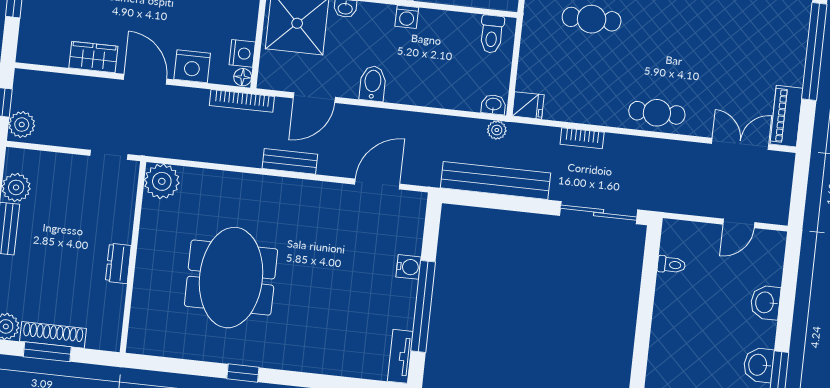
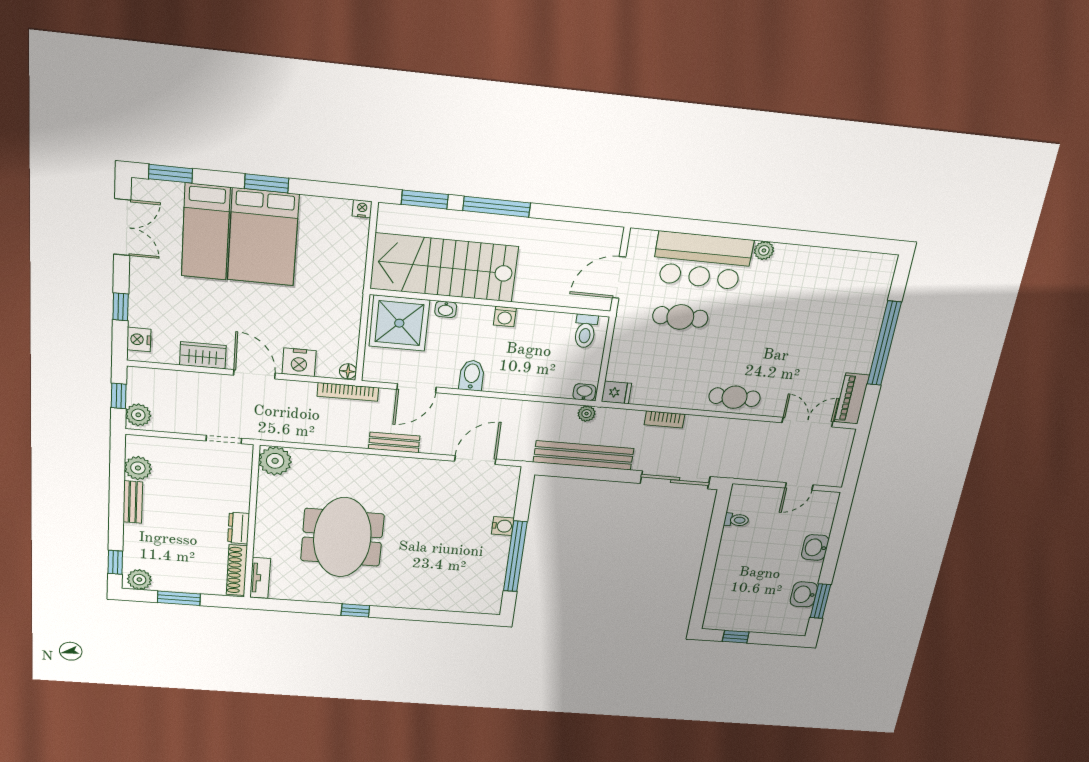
nightstand: (242, 53) -> (139, 339), moved, turned 180
shoe rack: (53, 335) -> (237, 570), moved, turned -90
tv unit: (400, 356) -> (260, 578), moved, turned 180

